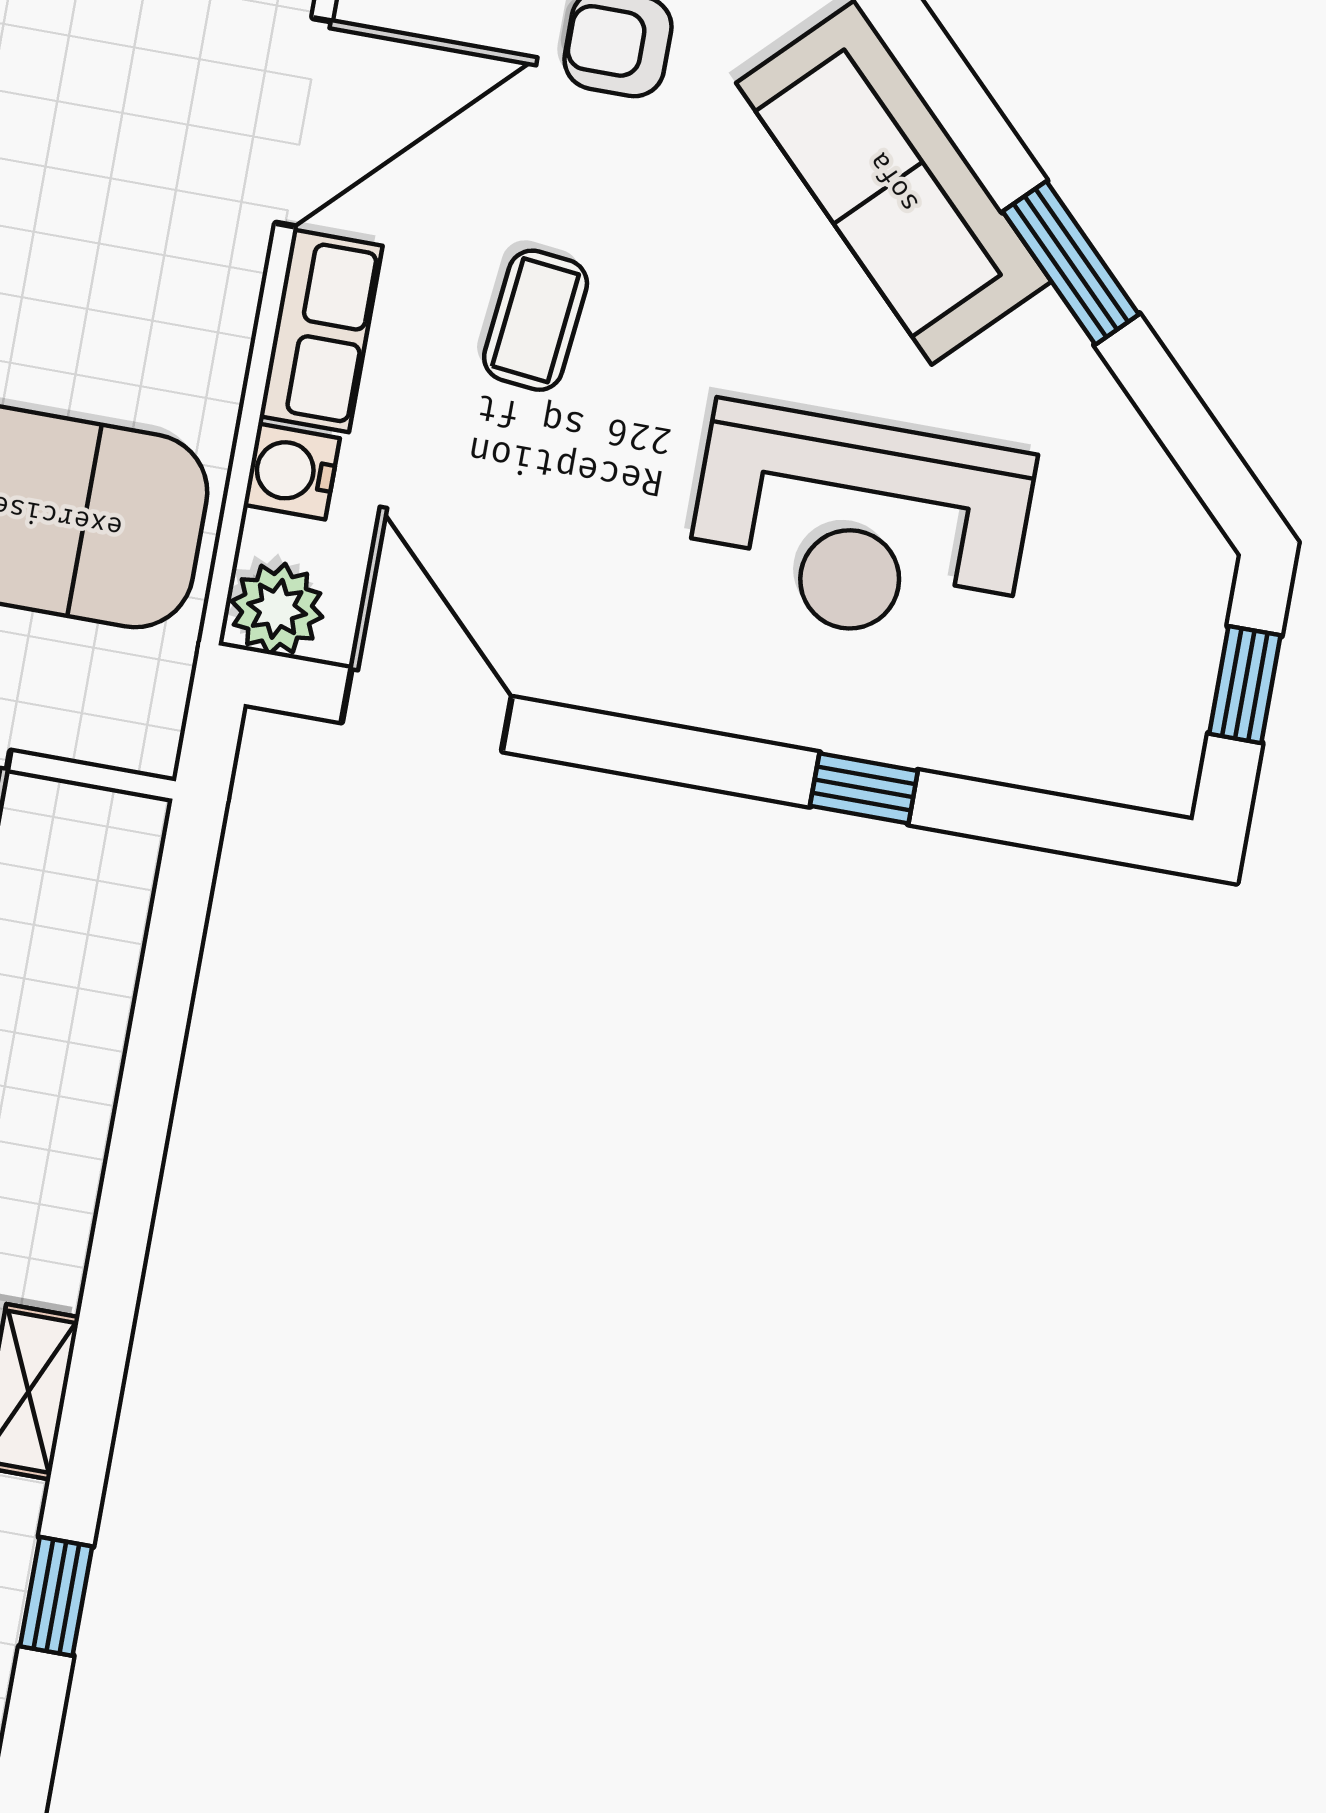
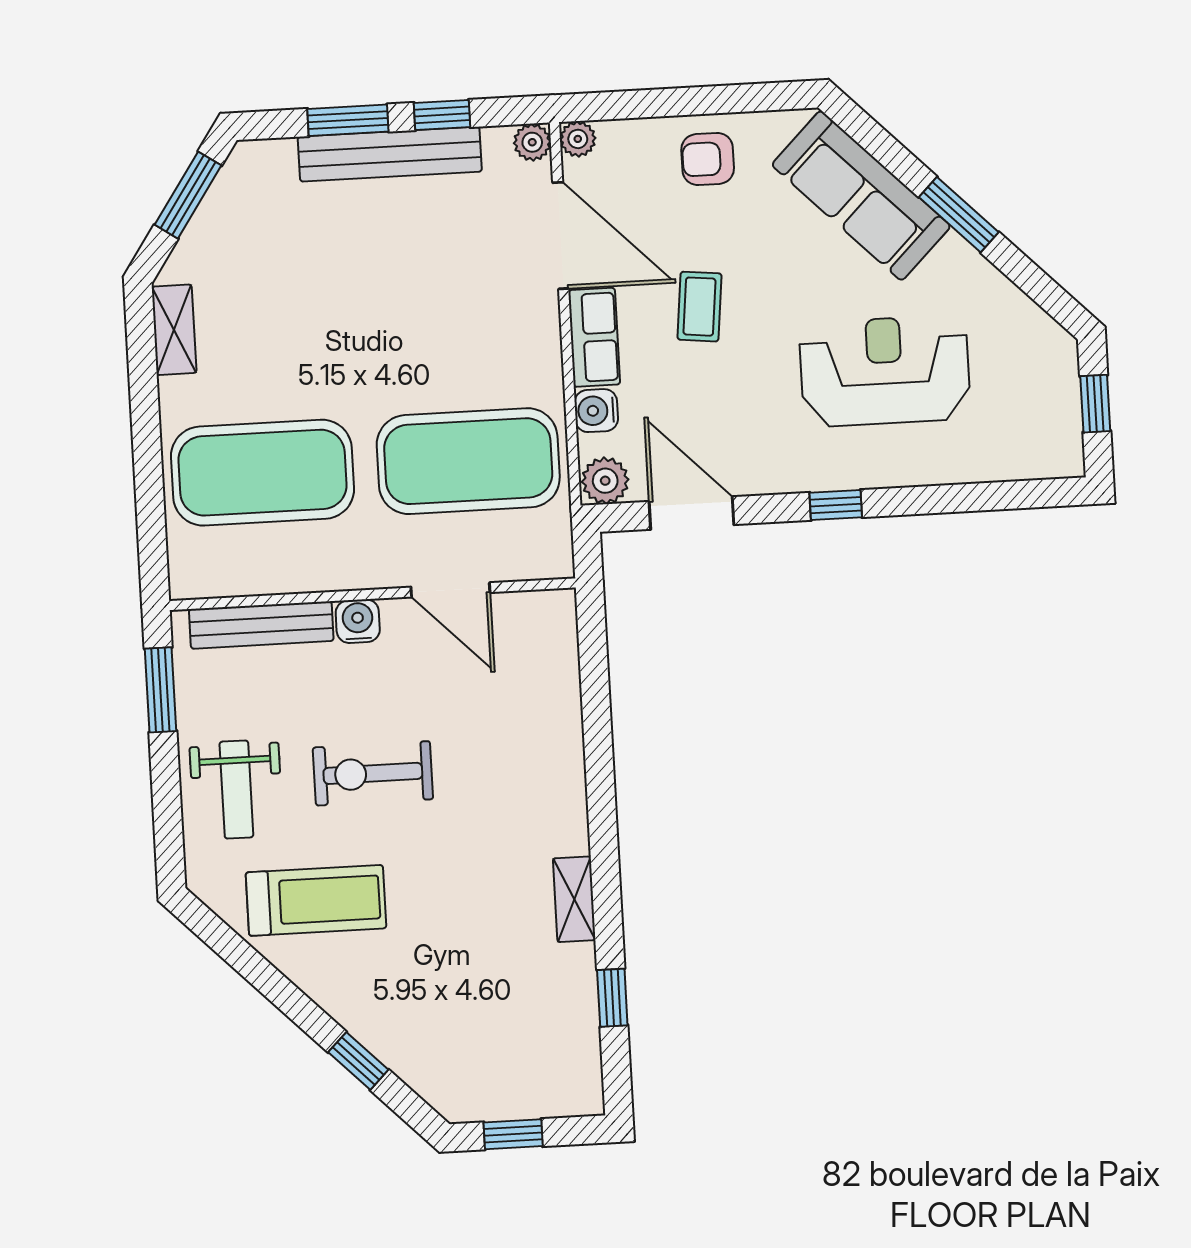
door: (304, 122) -> (561, 236), hinge flipped
reception desk: (859, 527) -> (885, 371), turned 180
window: (864, 788) -> (836, 505), moved

